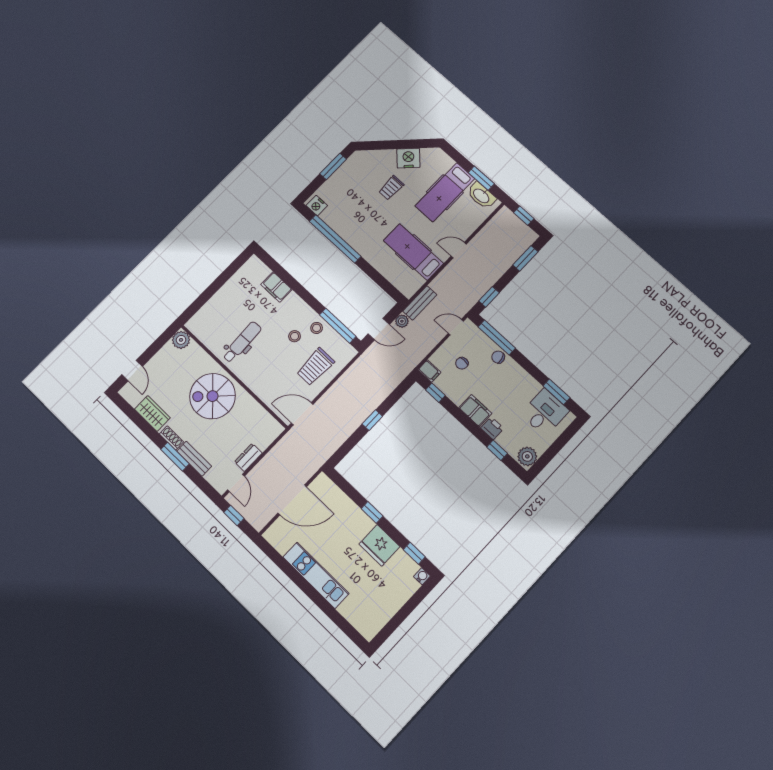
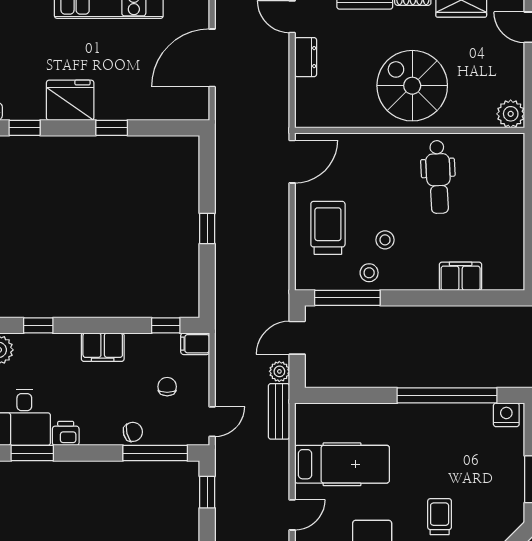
spiral stairs: (213, 396) -> (412, 86), turned -90
printer: (492, 428) -> (66, 433), moved, turned 180

